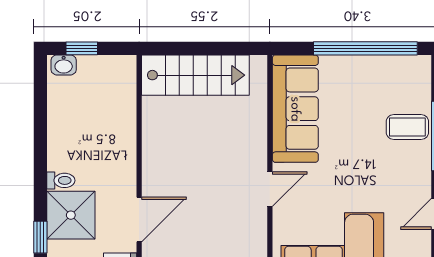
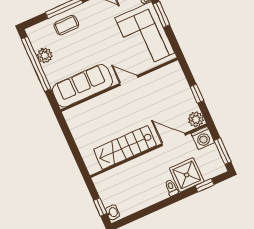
plant: (373, 69) -> (45, 56), added
stairs: (195, 75) -> (125, 147), moved, turned -90
coffee table: (407, 127) -> (66, 25), turned 90

